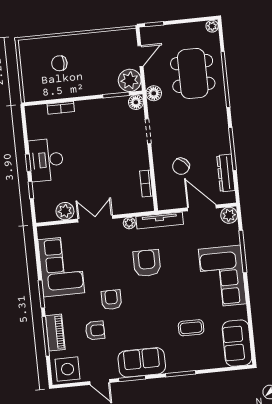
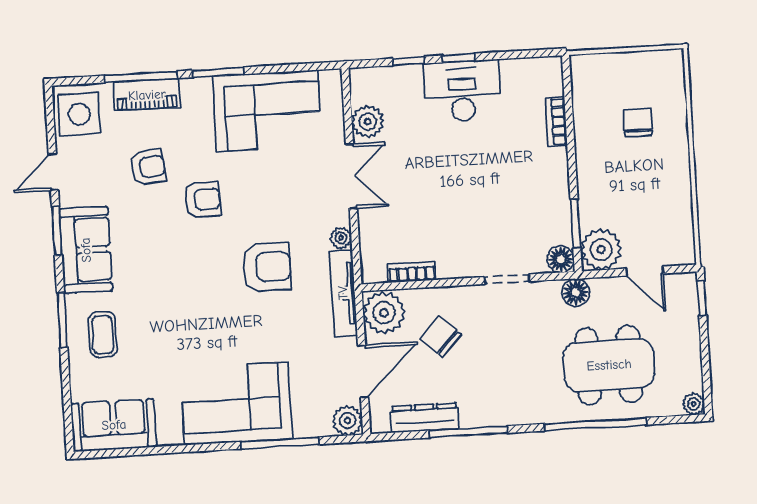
plant: (169, 198) -> (384, 313), added
coffee table: (191, 328) -> (103, 335), moved
armchair: (95, 330) -> (148, 167), turned -96

